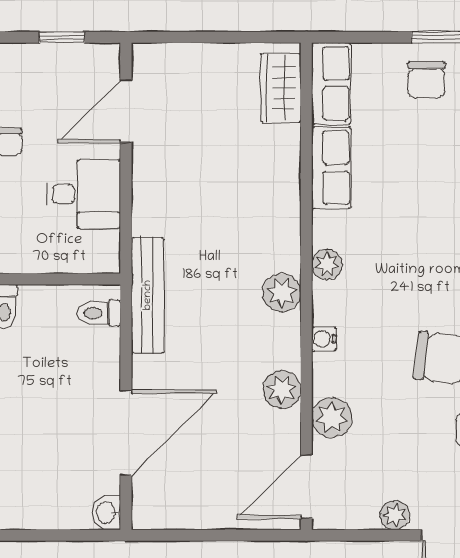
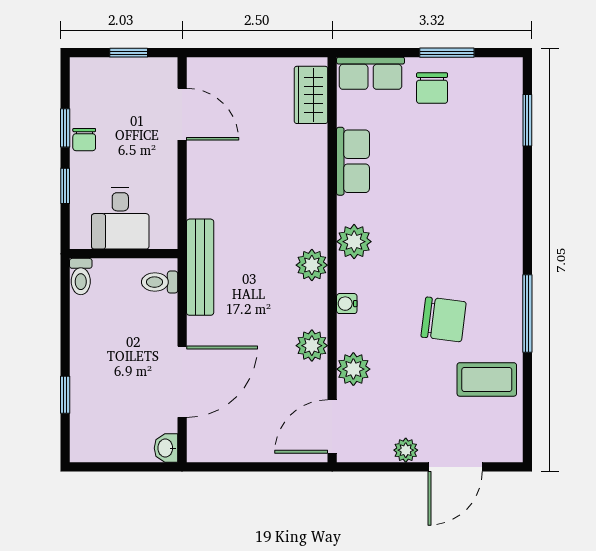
row of seats: (331, 83) -> (371, 73), moved, turned 90
door: (126, 111) -> (182, 114), swing flipped
desk: (83, 194) -> (120, 218), moved, turned 90
plant: (327, 264) -> (354, 242), width x1.38, depth x1.38

